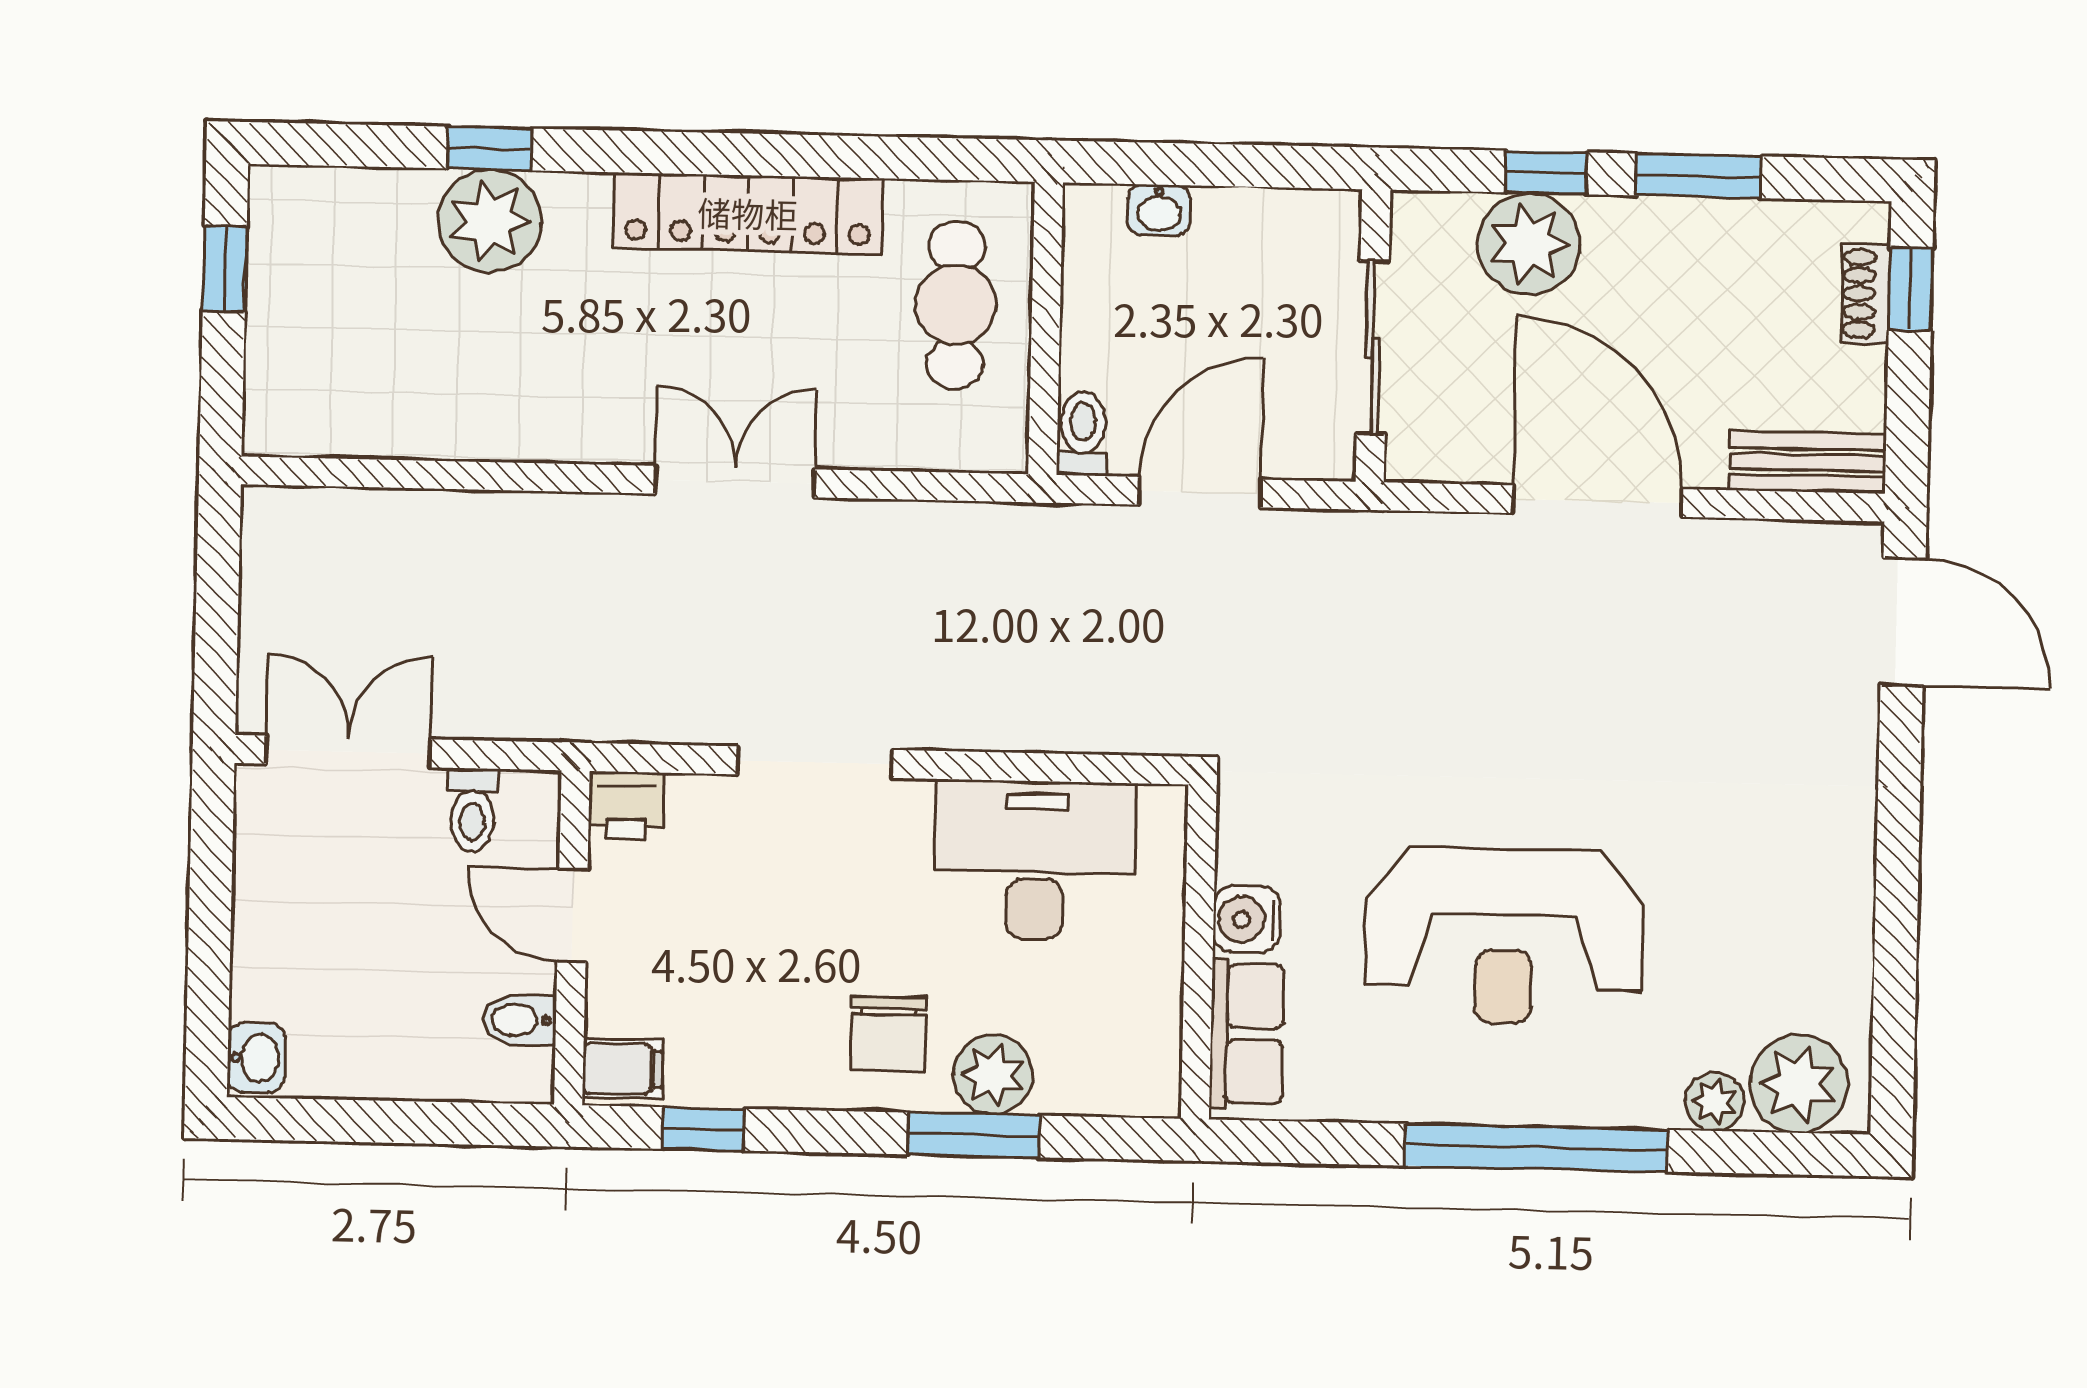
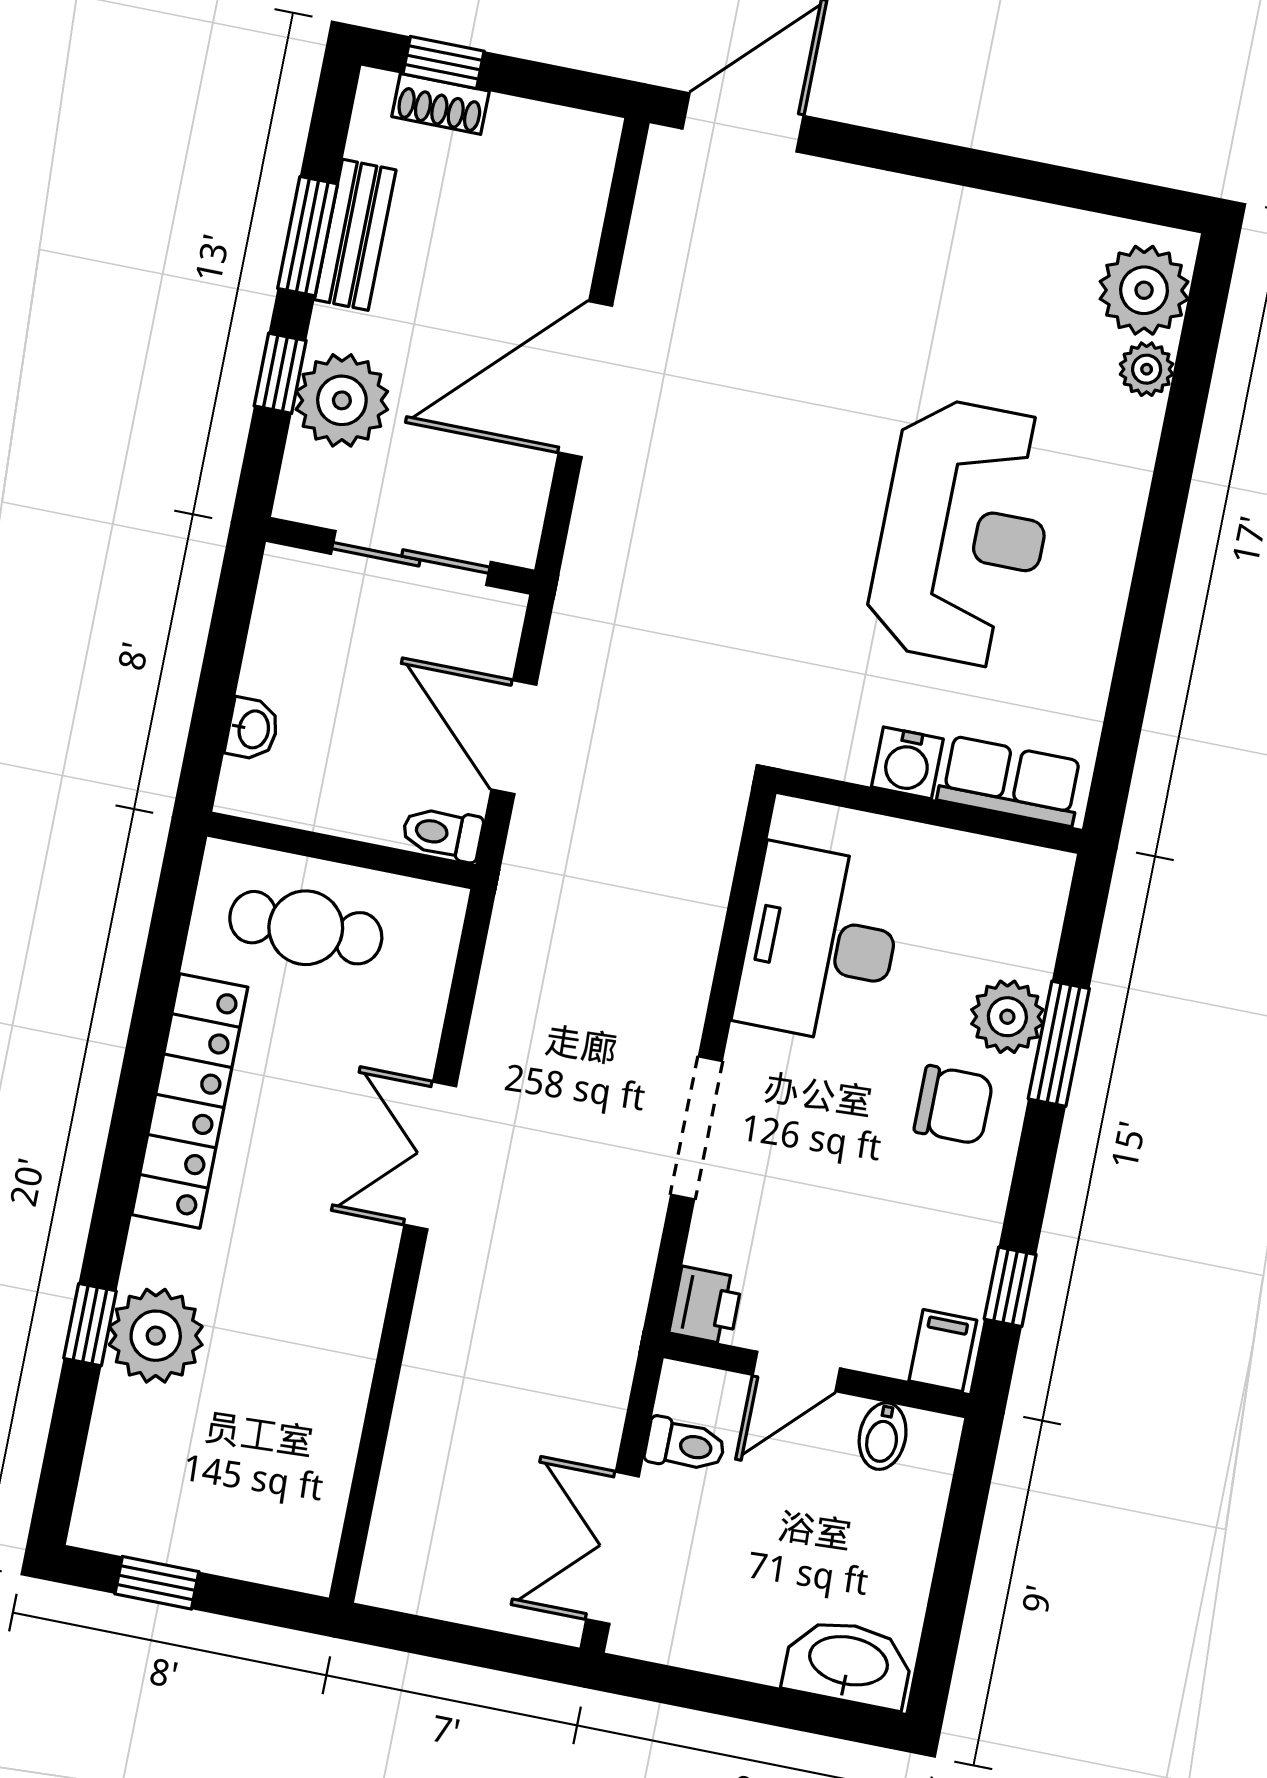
bench: (1808, 462) -> (355, 235), moved
washbasin: (256, 1058) -> (848, 1663), width x1.91, depth x1.45
window: (1536, 1148) -> (1160, 537), removed

